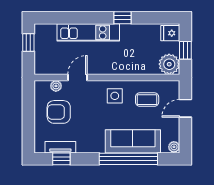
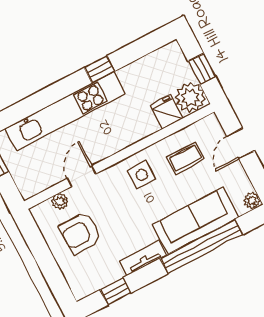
kitchen unit: (88, 32) -> (65, 111), width x1.36
fridge: (170, 33) -> (166, 112), moved, turned 90
tv unit: (60, 147) -> (143, 258), moved

